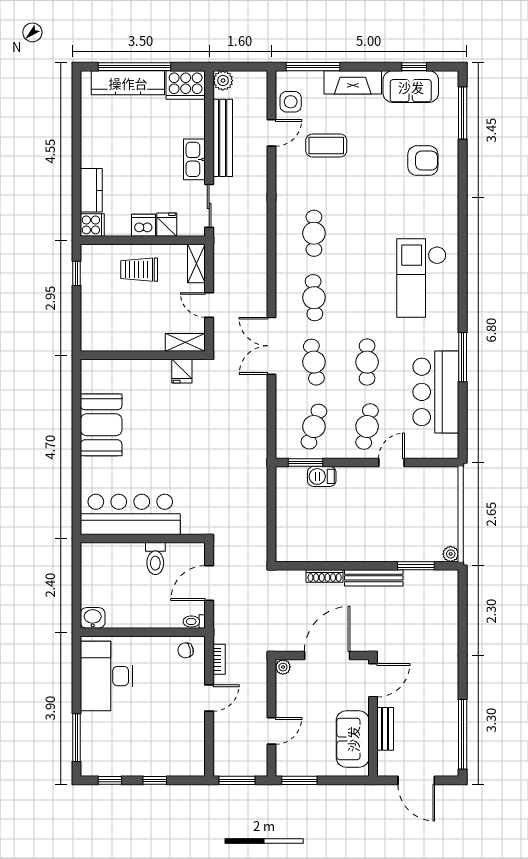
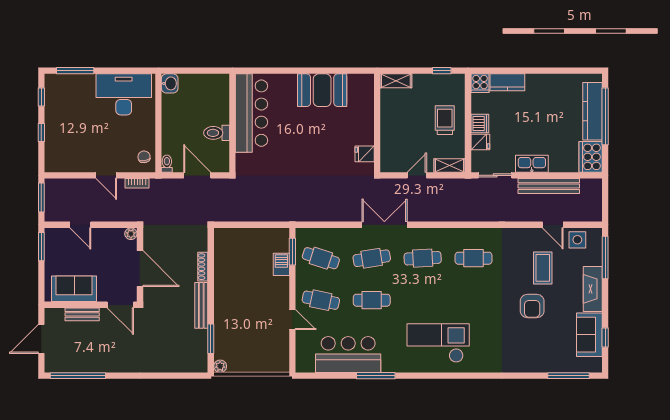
plant: (223, 81) -> (594, 186), removed
armchair: (423, 161) -> (532, 306), moved
shelving: (185, 342) -> (396, 81), moved, turned 90

